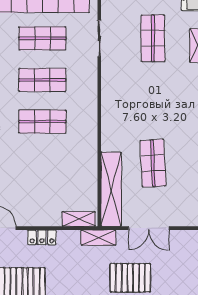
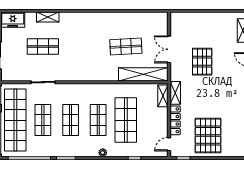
shop shelf: (42, 163) -> (126, 120), added
double door: (149, 228) -> (169, 49), swing flipped
locker: (42, 237) -> (175, 120), width x1.53
shelving: (98, 238) -> (175, 93), moved

